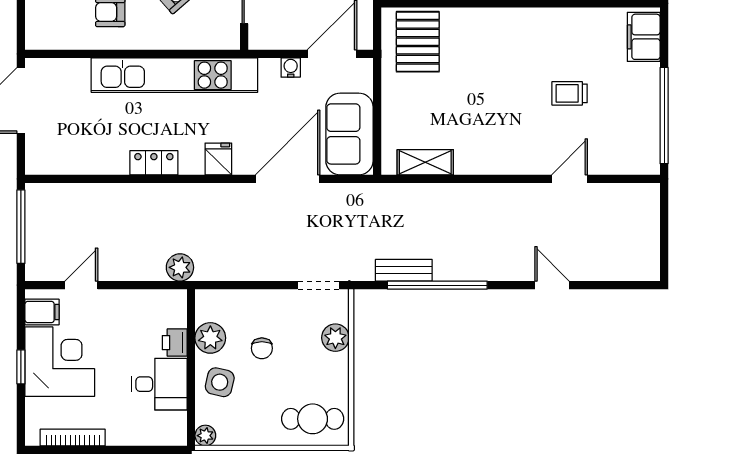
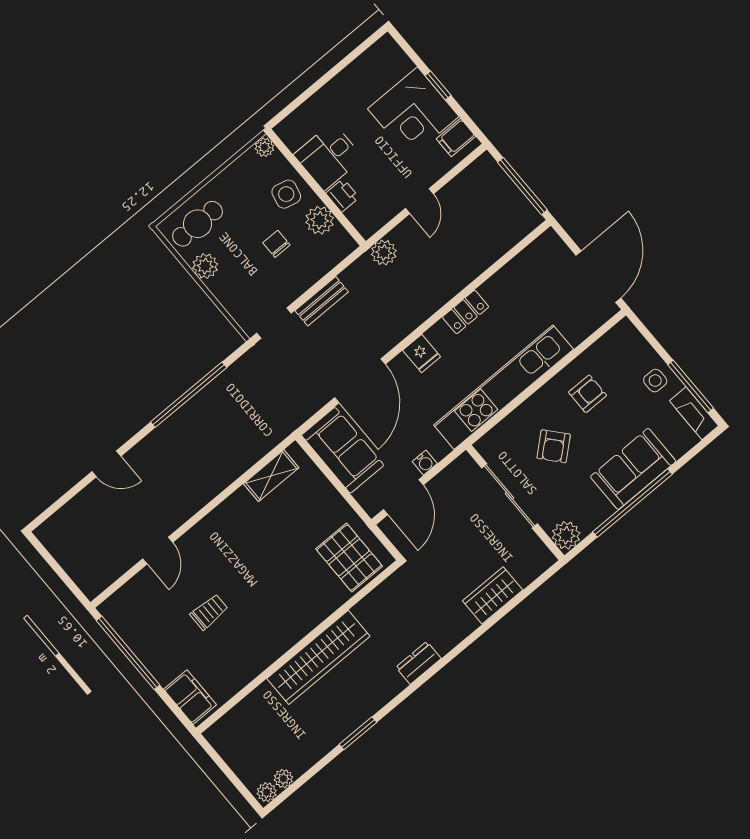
bench: (404, 270) -> (322, 301), moved
door: (81, 285) -> (419, 201), moved
plant: (335, 338) -> (205, 266), moved
bookcase: (73, 438) -> (358, 66), removed

